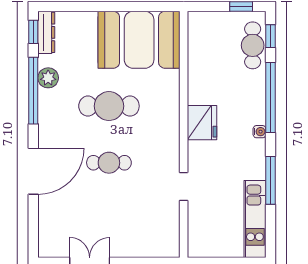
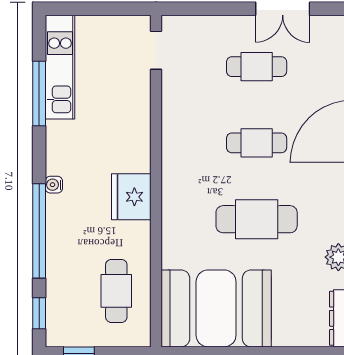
cafe table: (253, 45) -> (116, 291), moved
window: (271, 180) -> (39, 94), moved
doorway: (184, 187) -> (156, 50), moved
cafe table: (109, 219) -> (257, 67), added

